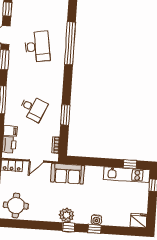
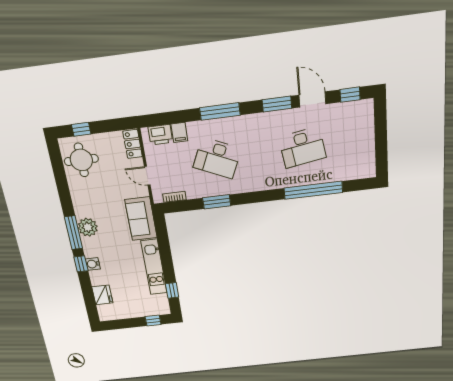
desk: (33, 108) -> (217, 158), width x1.37
kitchen unit: (127, 175) -> (154, 267), moved
fridge: (139, 221) -> (102, 295), moved
window: (69, 227) -> (74, 233), width x2.17

